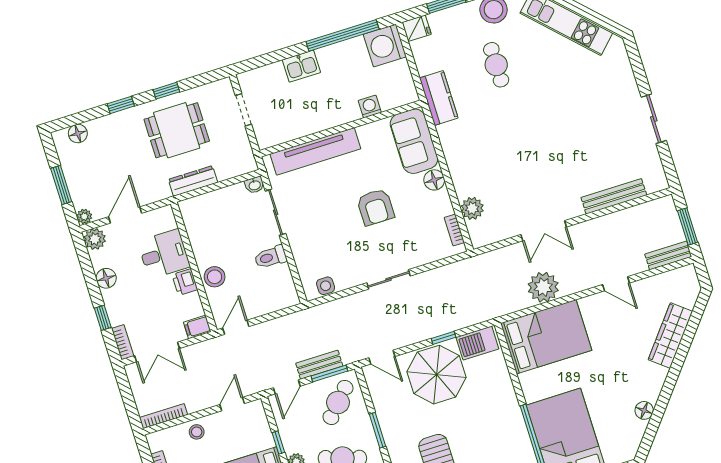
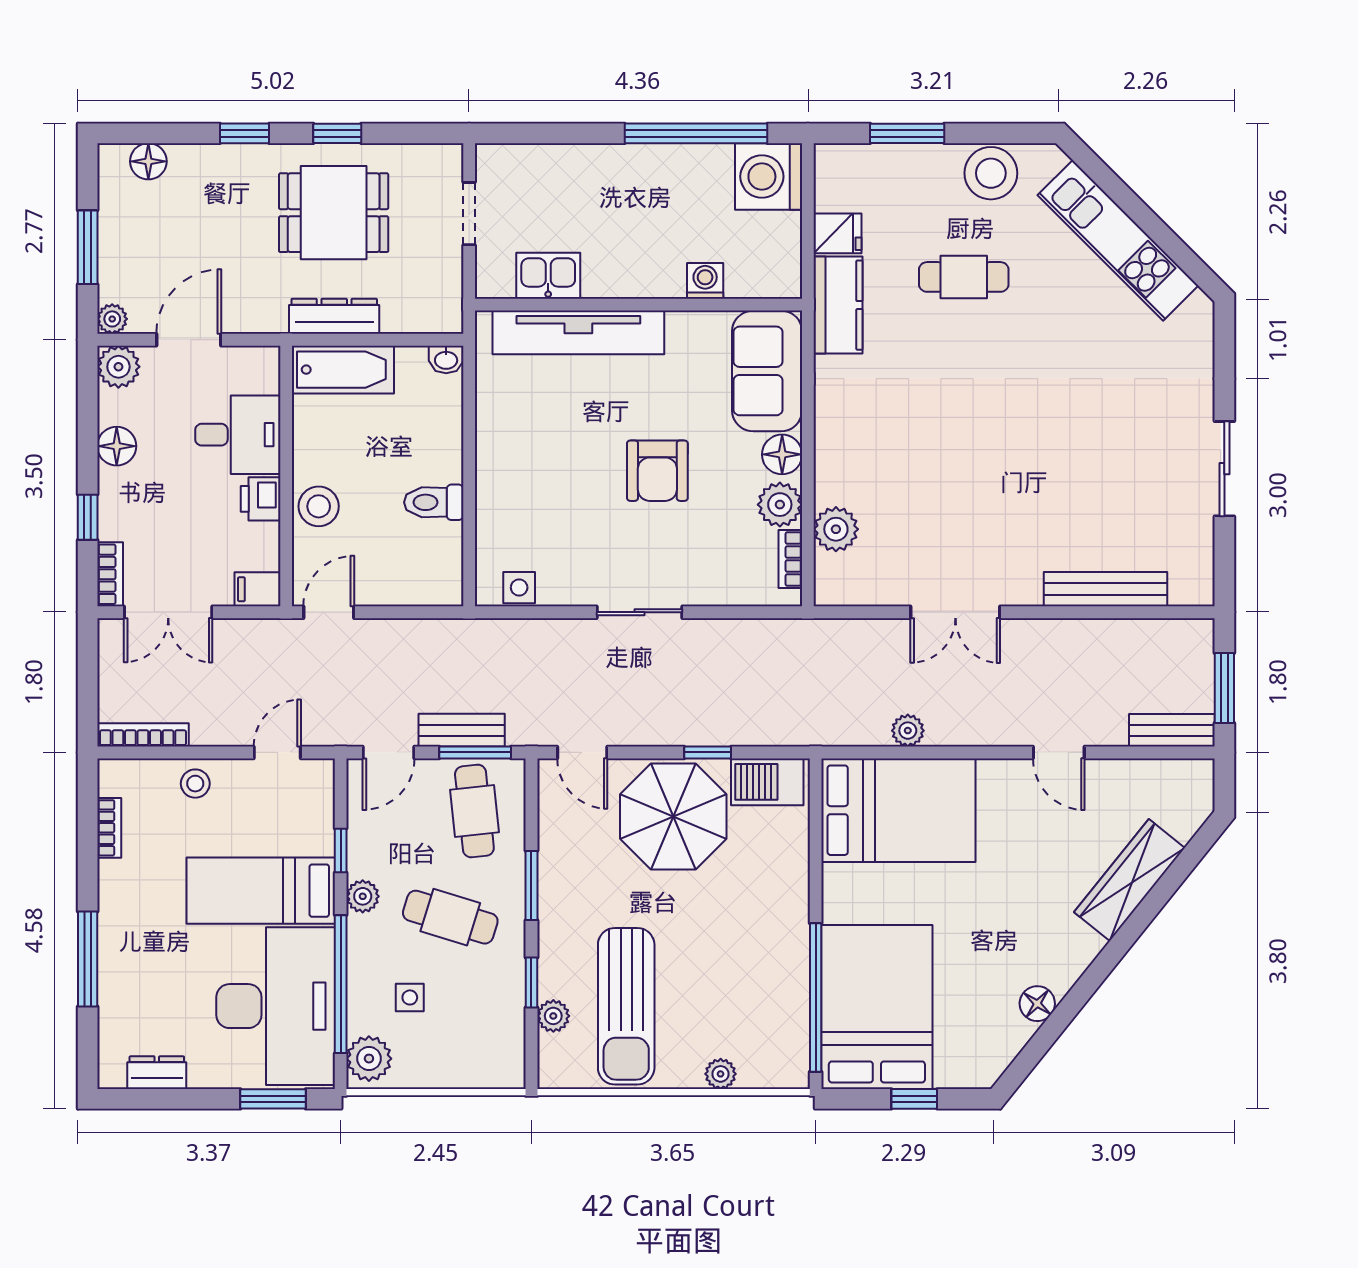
fridge: (417, 28) -> (838, 233), moved
cafe table: (496, 65) -> (964, 277), turned 90
kitchen sink: (301, 66) -> (548, 276), moved, turned 180
plant: (441, 205) -> (780, 505), added
bathtub: (205, 206) -> (343, 370), added
sliding door: (276, 212) -> (469, 422), removed
plant: (543, 287) -> (908, 731), width x0.53, depth x0.53
cafe table: (338, 402) -> (474, 811), turned -49

